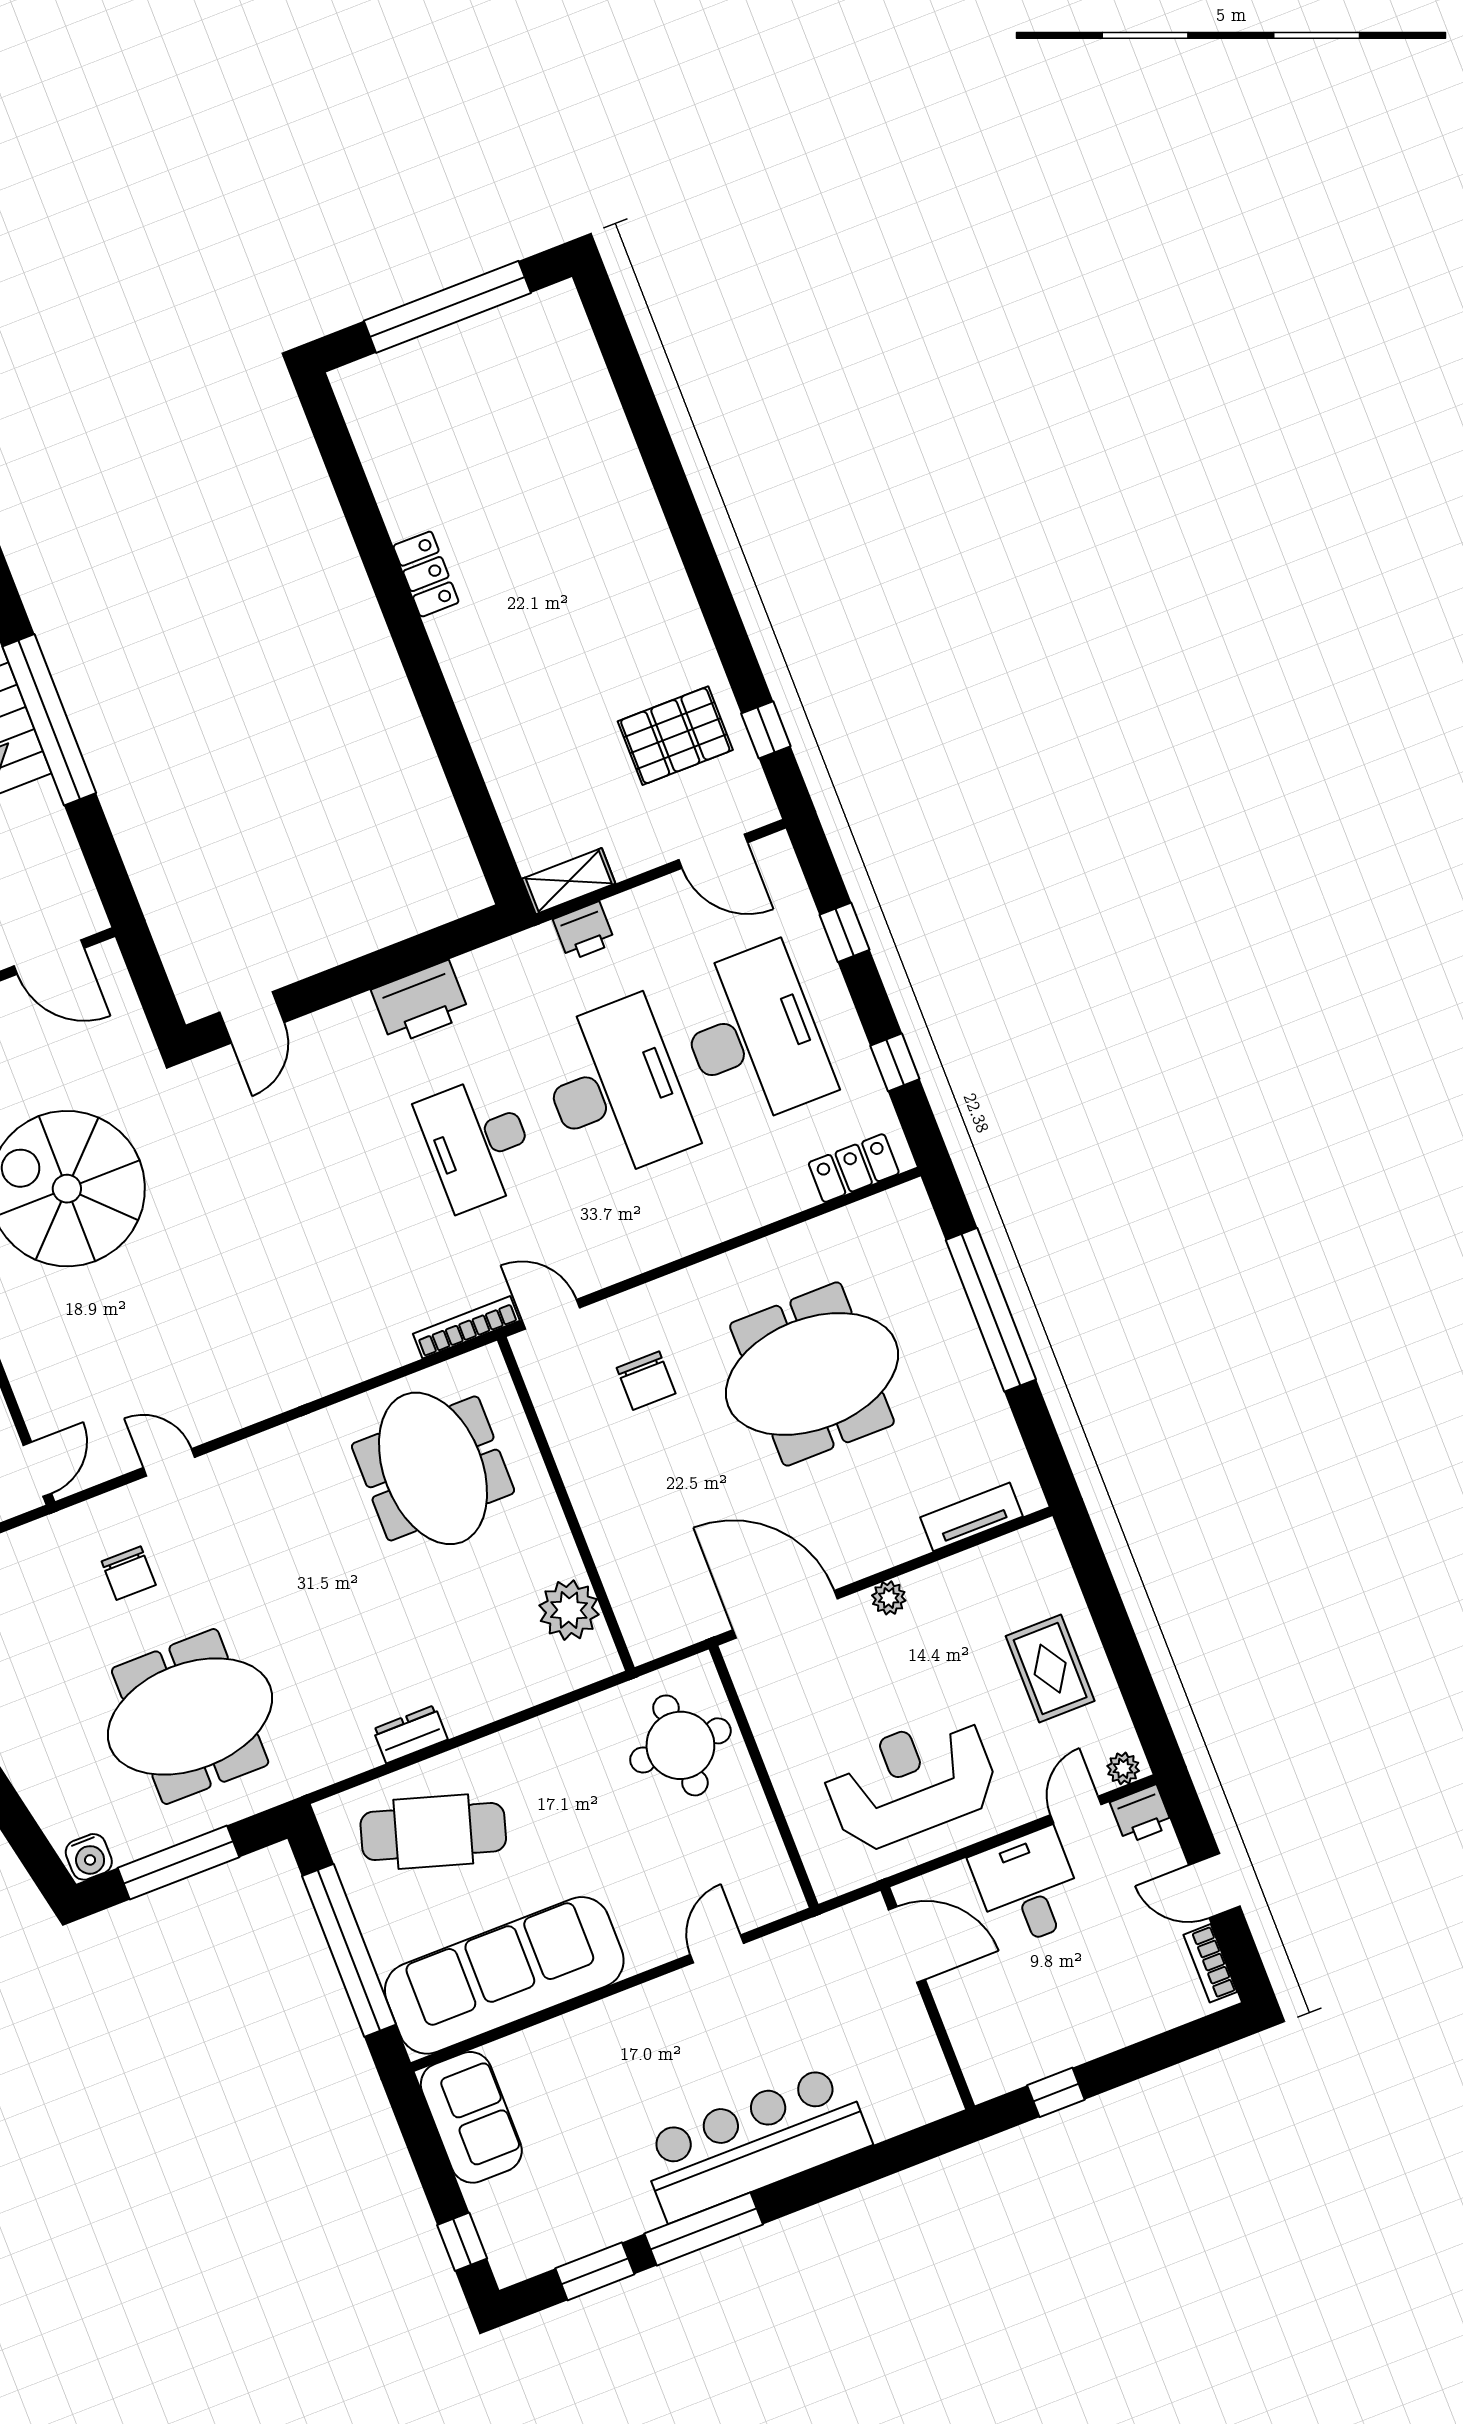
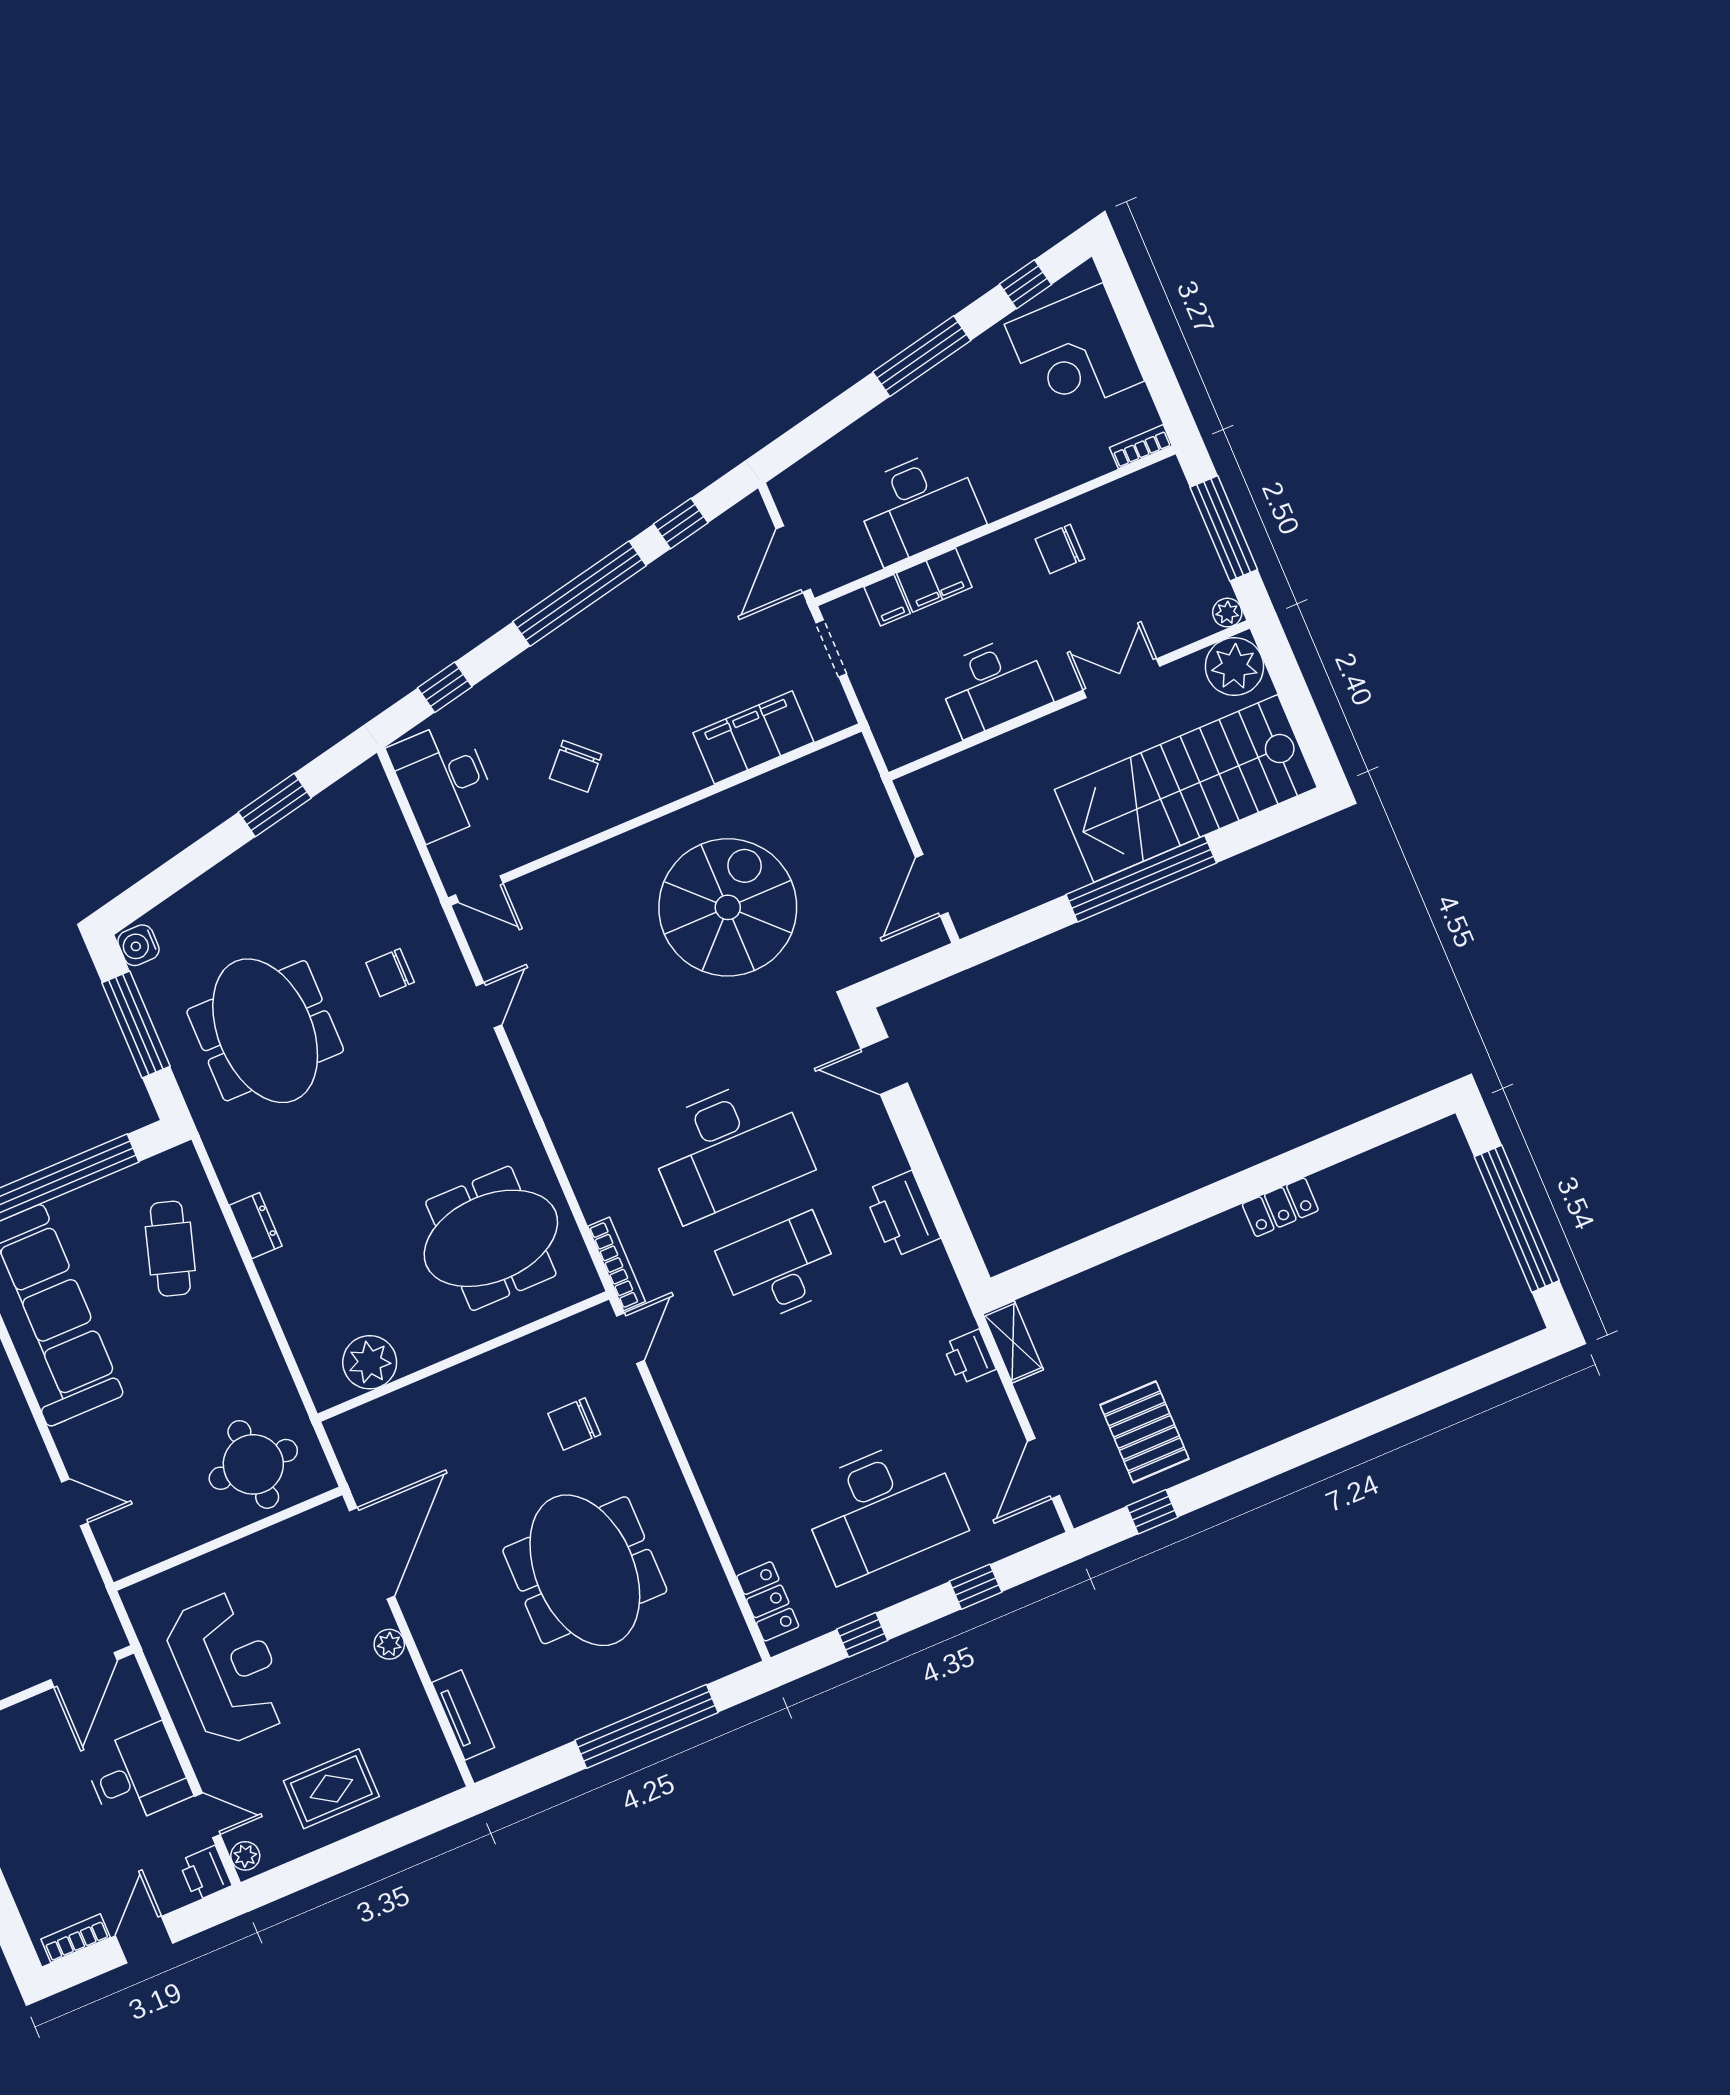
desk: (615, 1089) -> (729, 1148), moved
cafe table: (433, 1832) -> (170, 1249), width x0.73, depth x0.74

